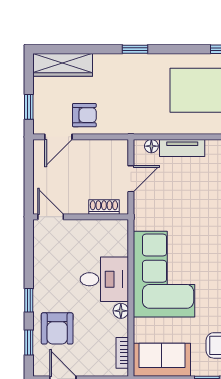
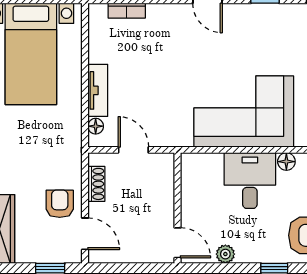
shoe rack: (104, 207) -> (96, 184), moved, turned 180
door: (51, 217) -> (178, 243), swing flipped
plant: (41, 258) -> (225, 254), added

